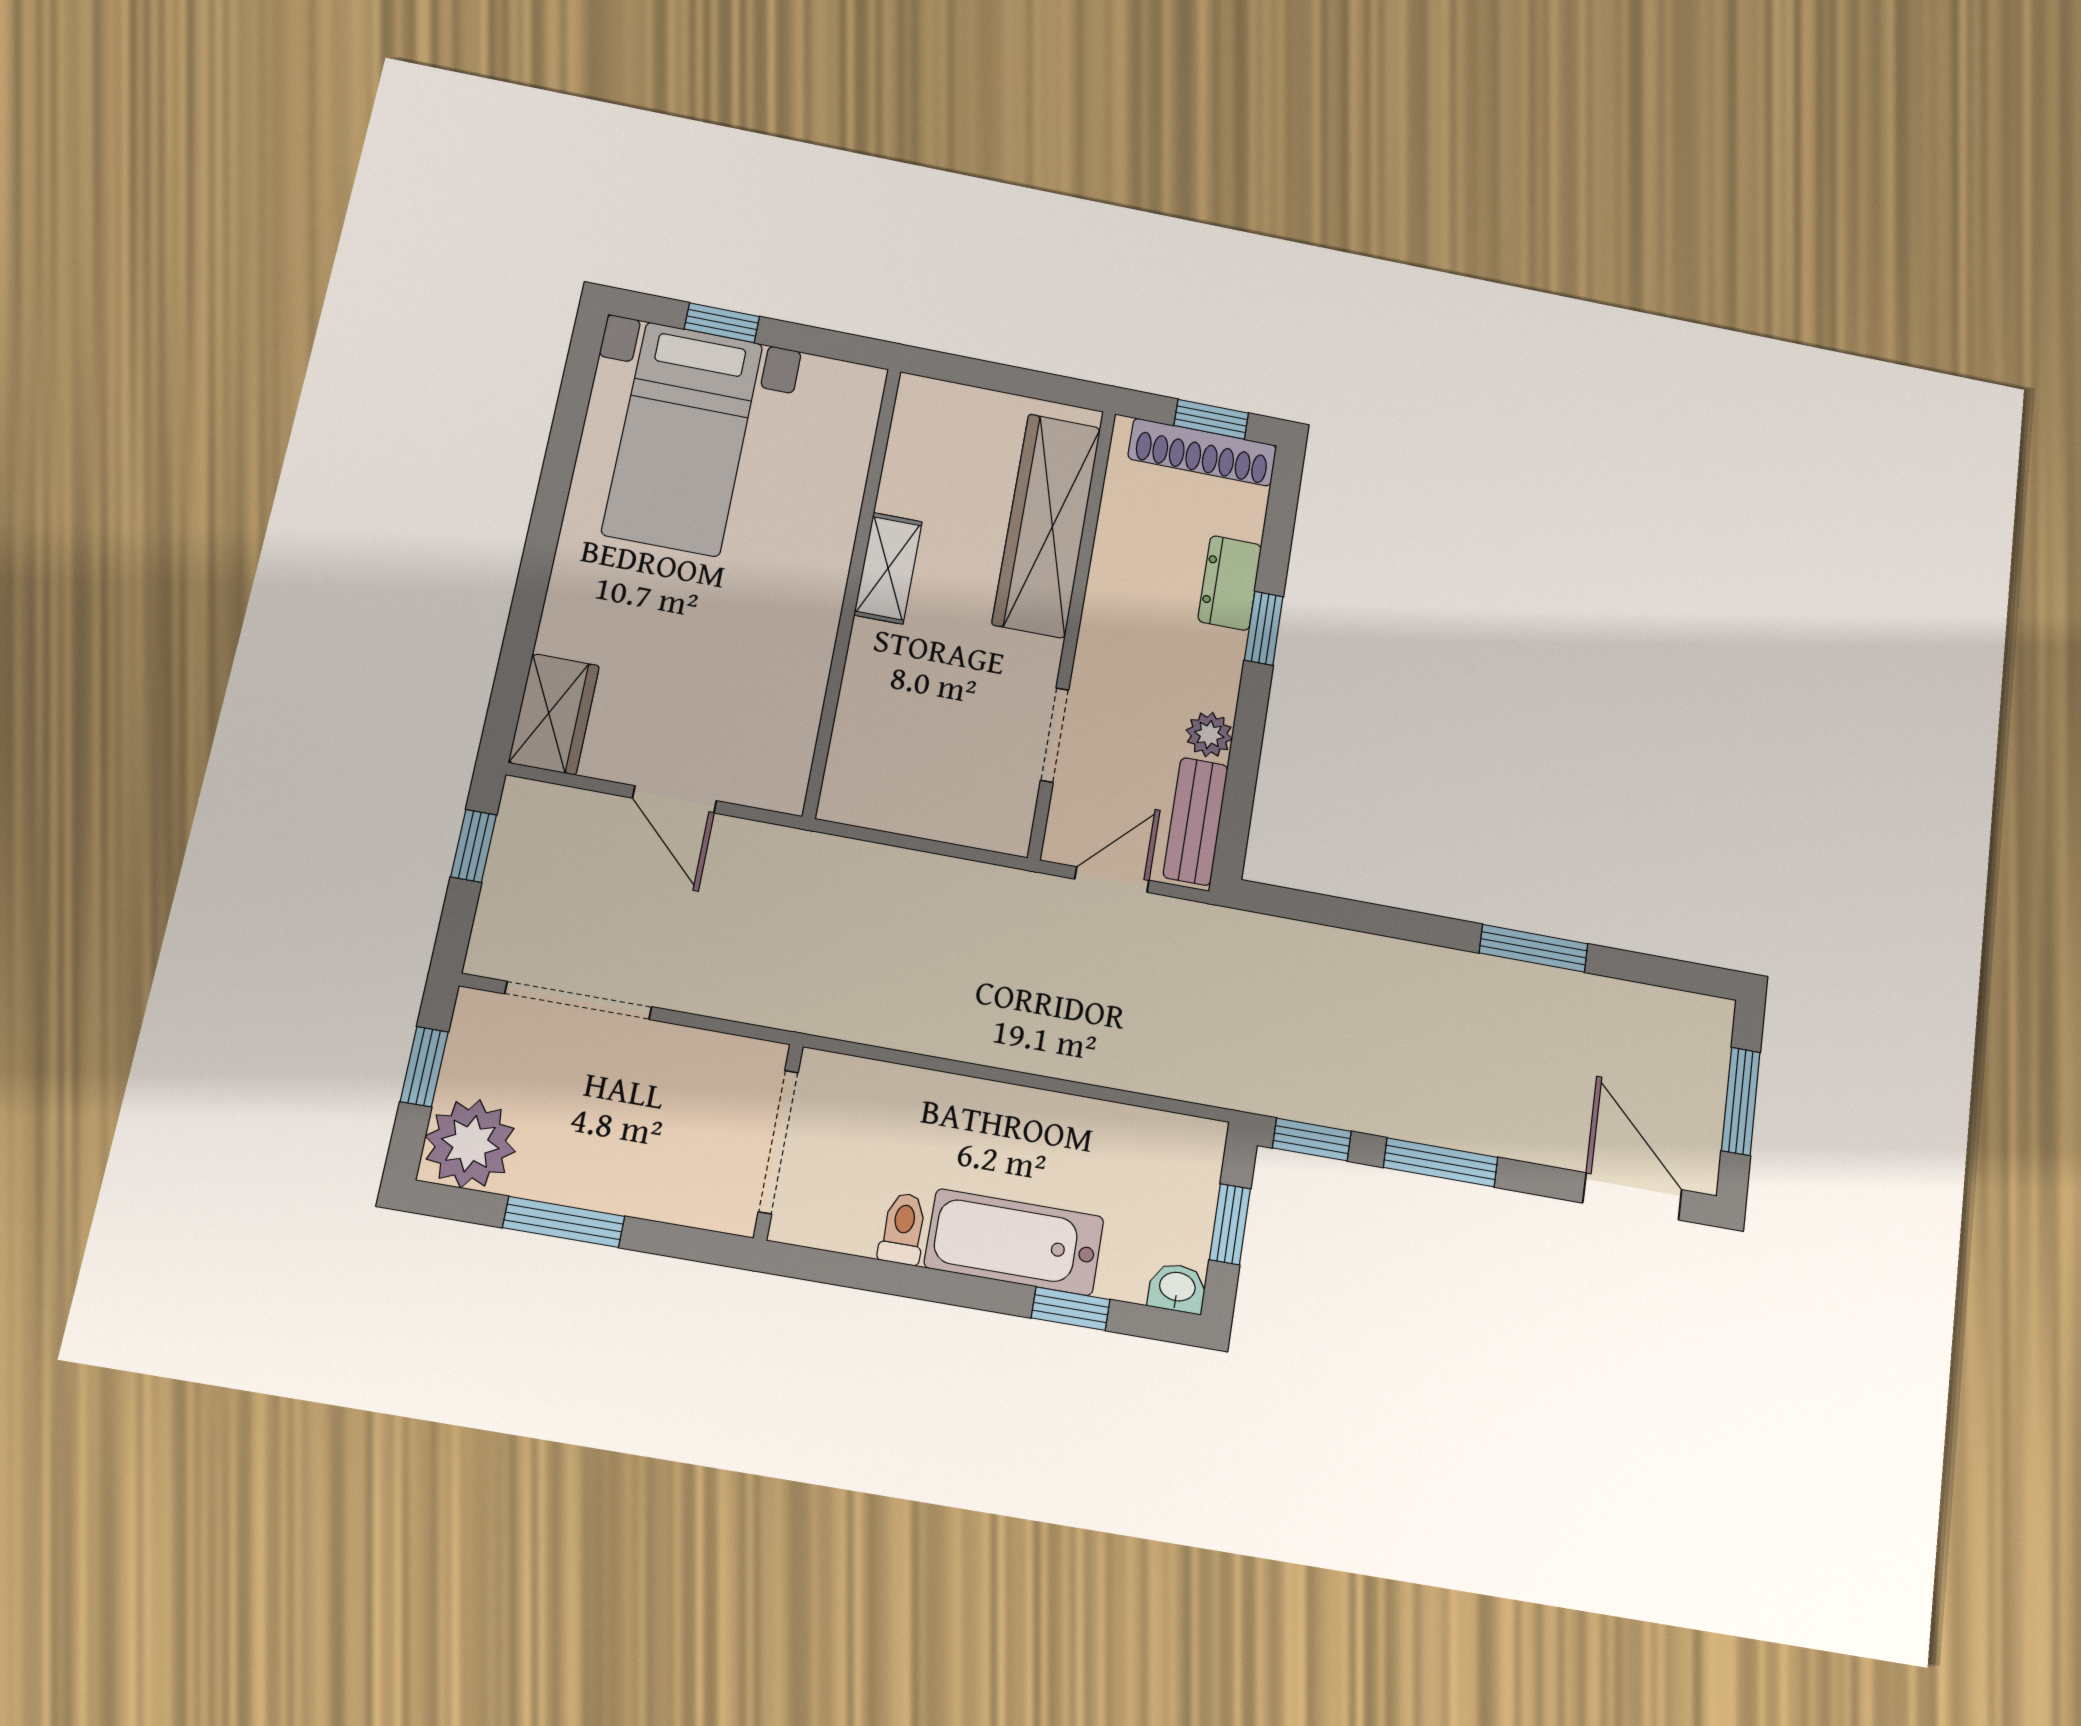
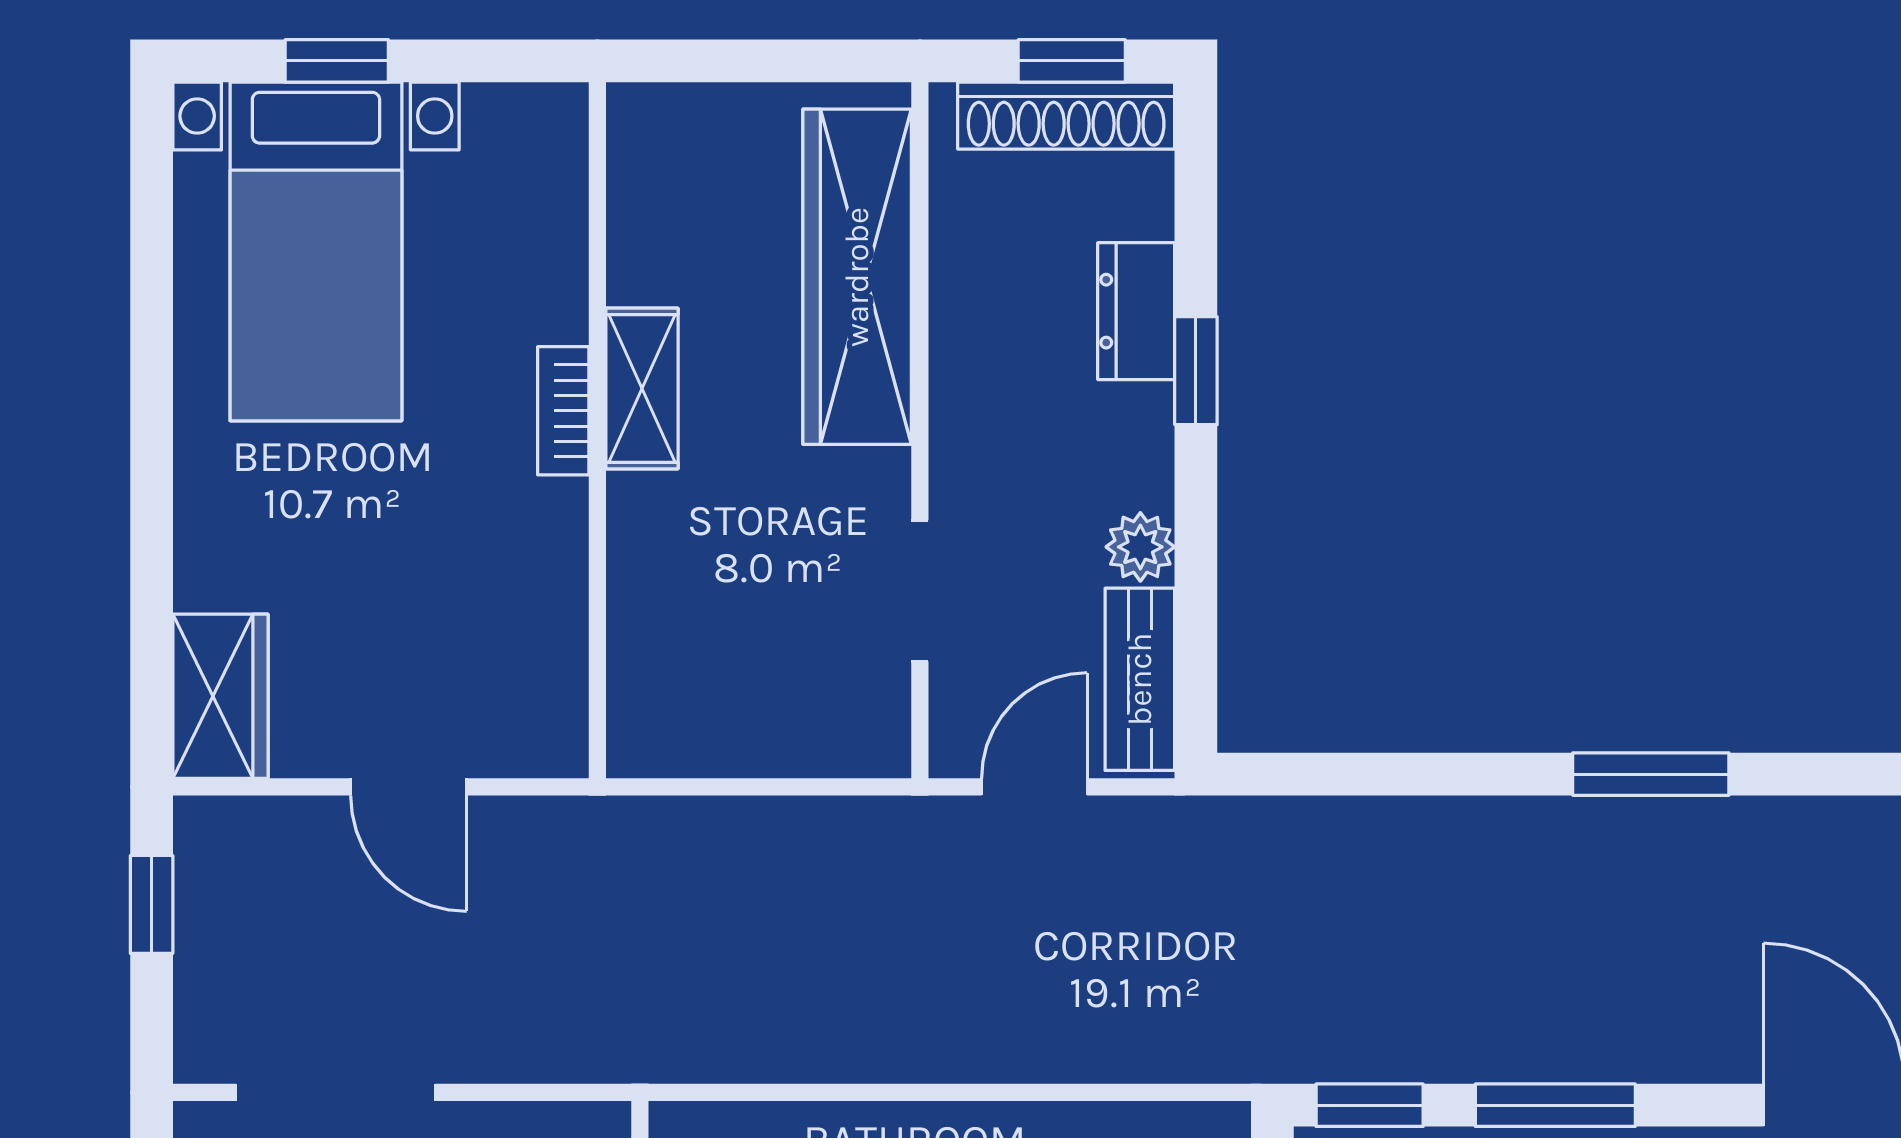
bookcase: (831, 572) -> (563, 411), added

